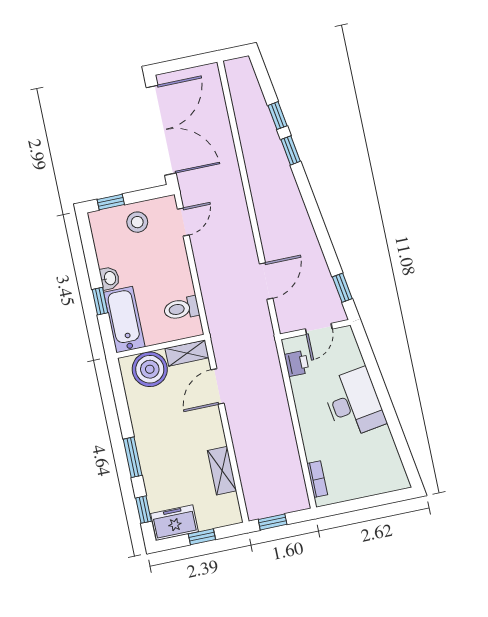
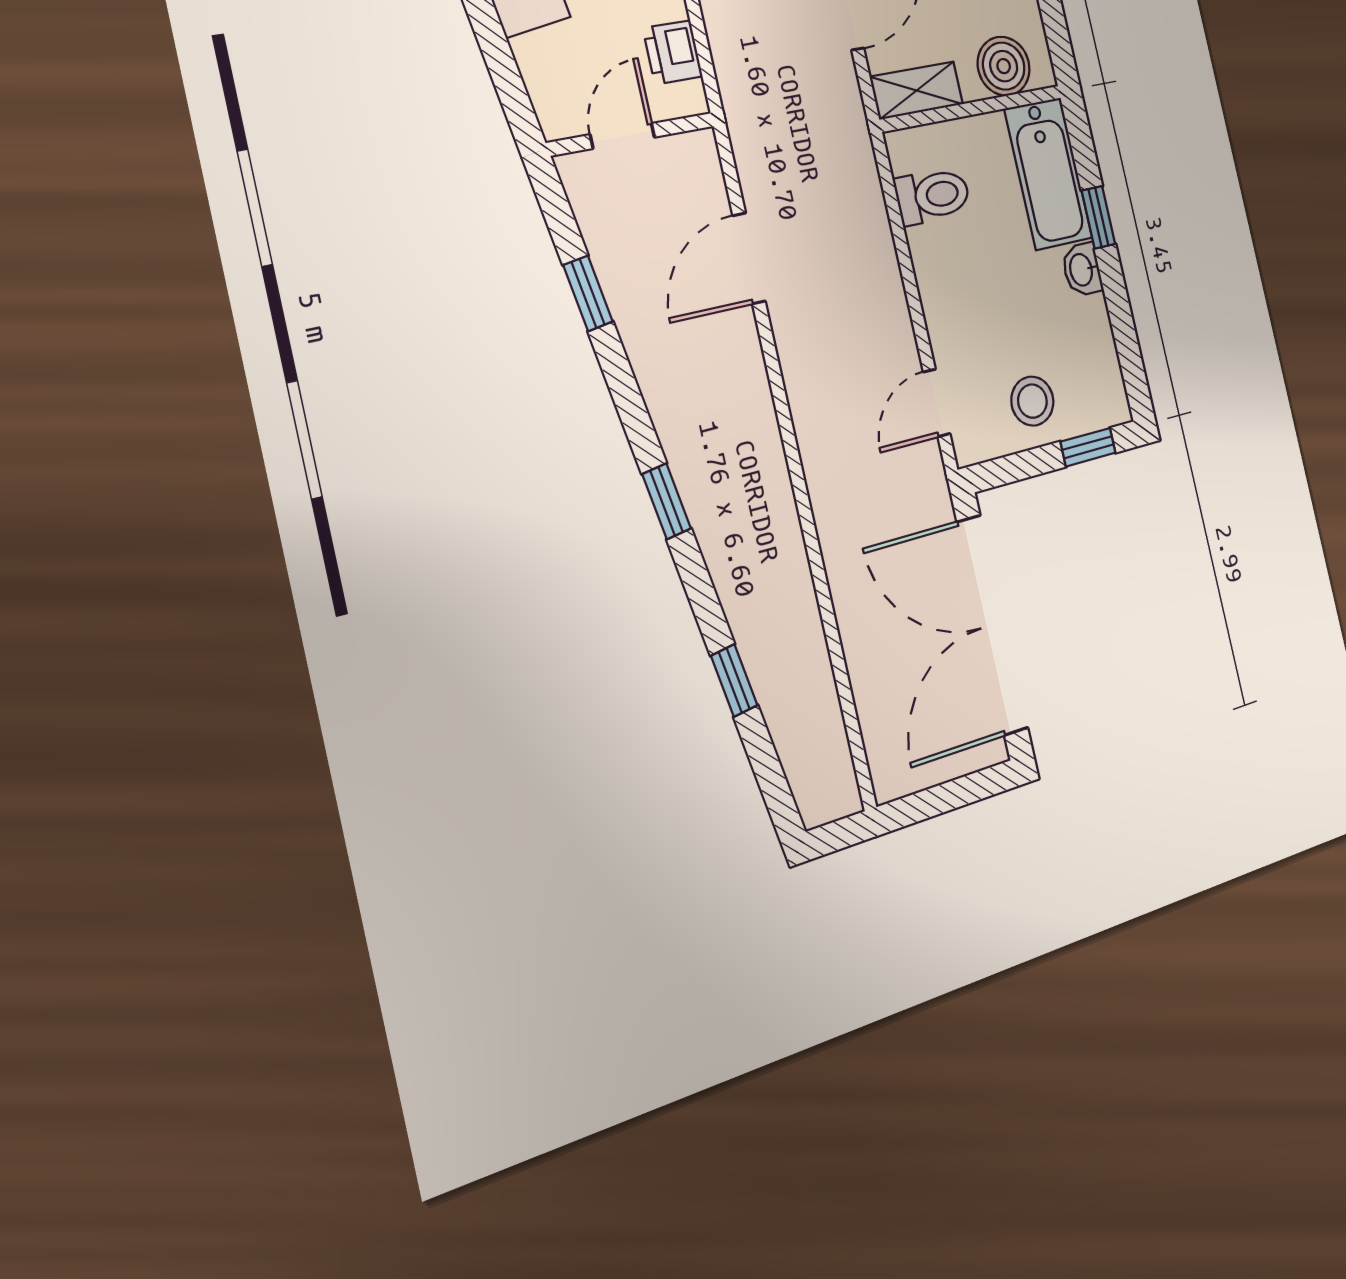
window: (291, 150) -> (667, 501), moved
window: (342, 288) -> (588, 293), moved
boiler: (150, 369) -> (1004, 66), width x0.73, depth x0.73

